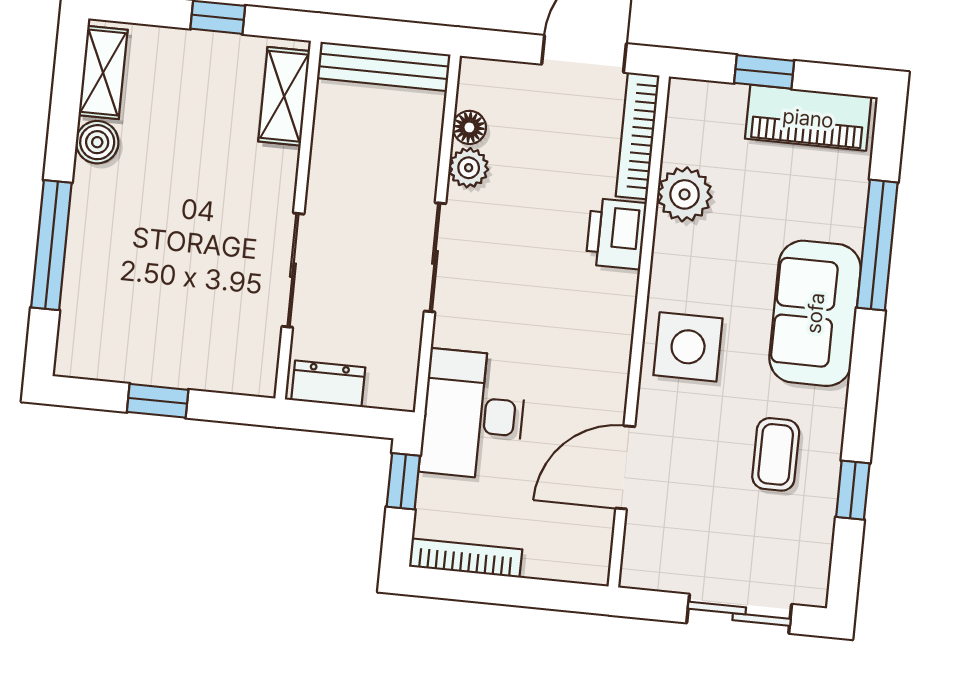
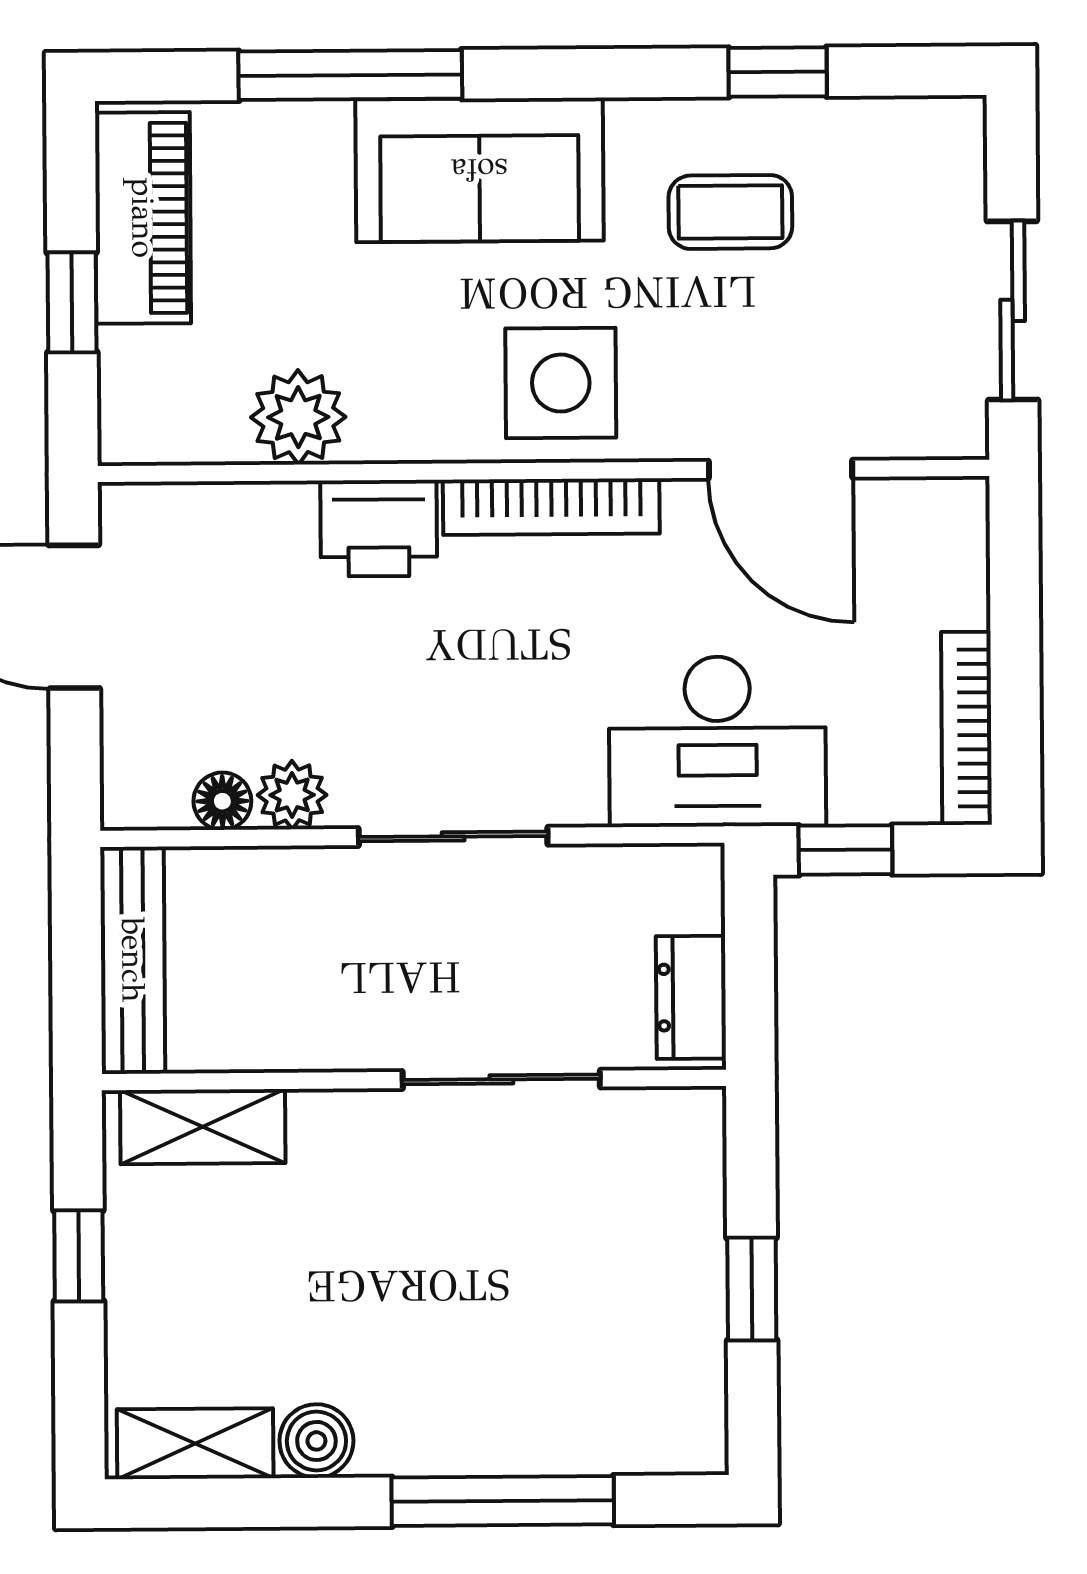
bookcase: (638, 136) -> (551, 507), moved
sliding door: (739, 614) -> (1013, 310), moved

